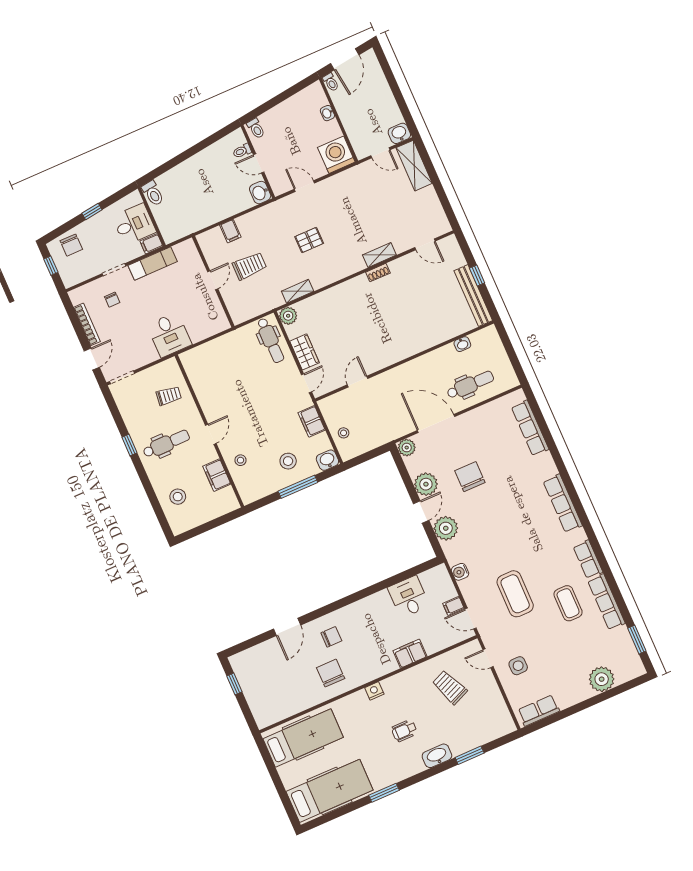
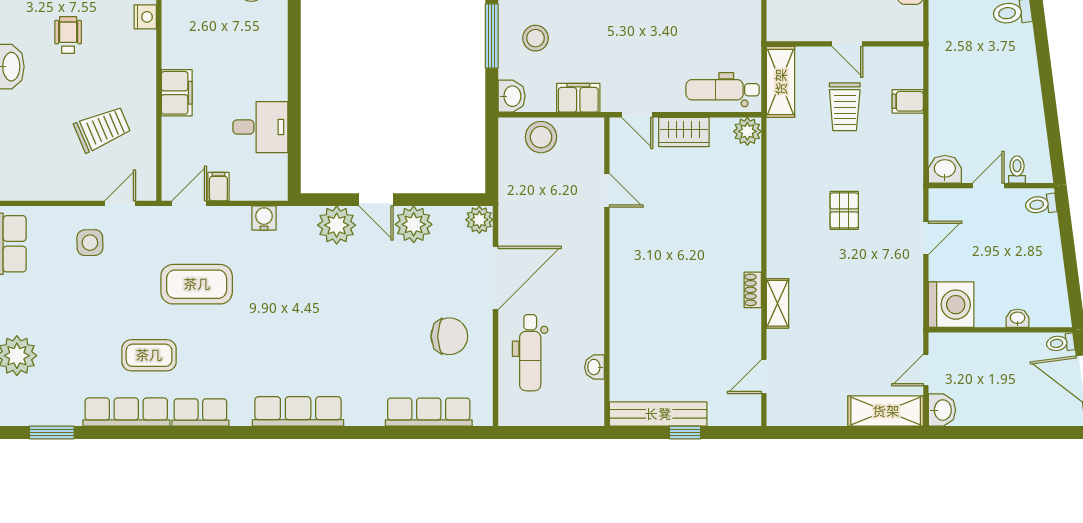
shelving: (298, 291) -> (781, 82), moved, width x1.50, depth x1.33
stool: (344, 433) -> (541, 137), width x1.89, depth x1.89
chair: (470, 477) -> (449, 336), moved

